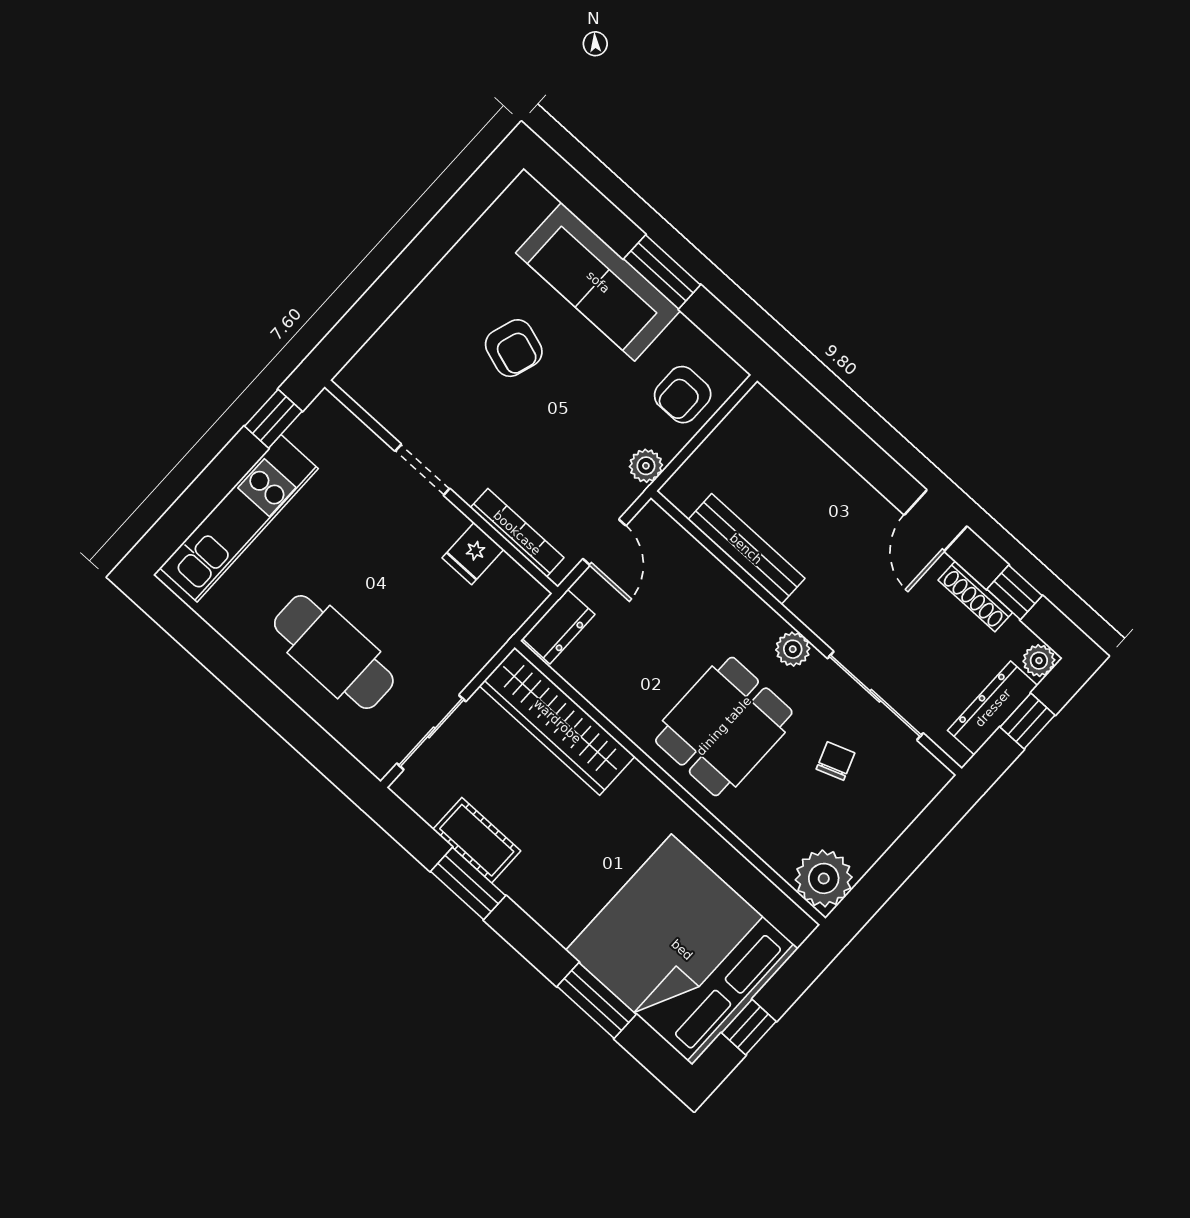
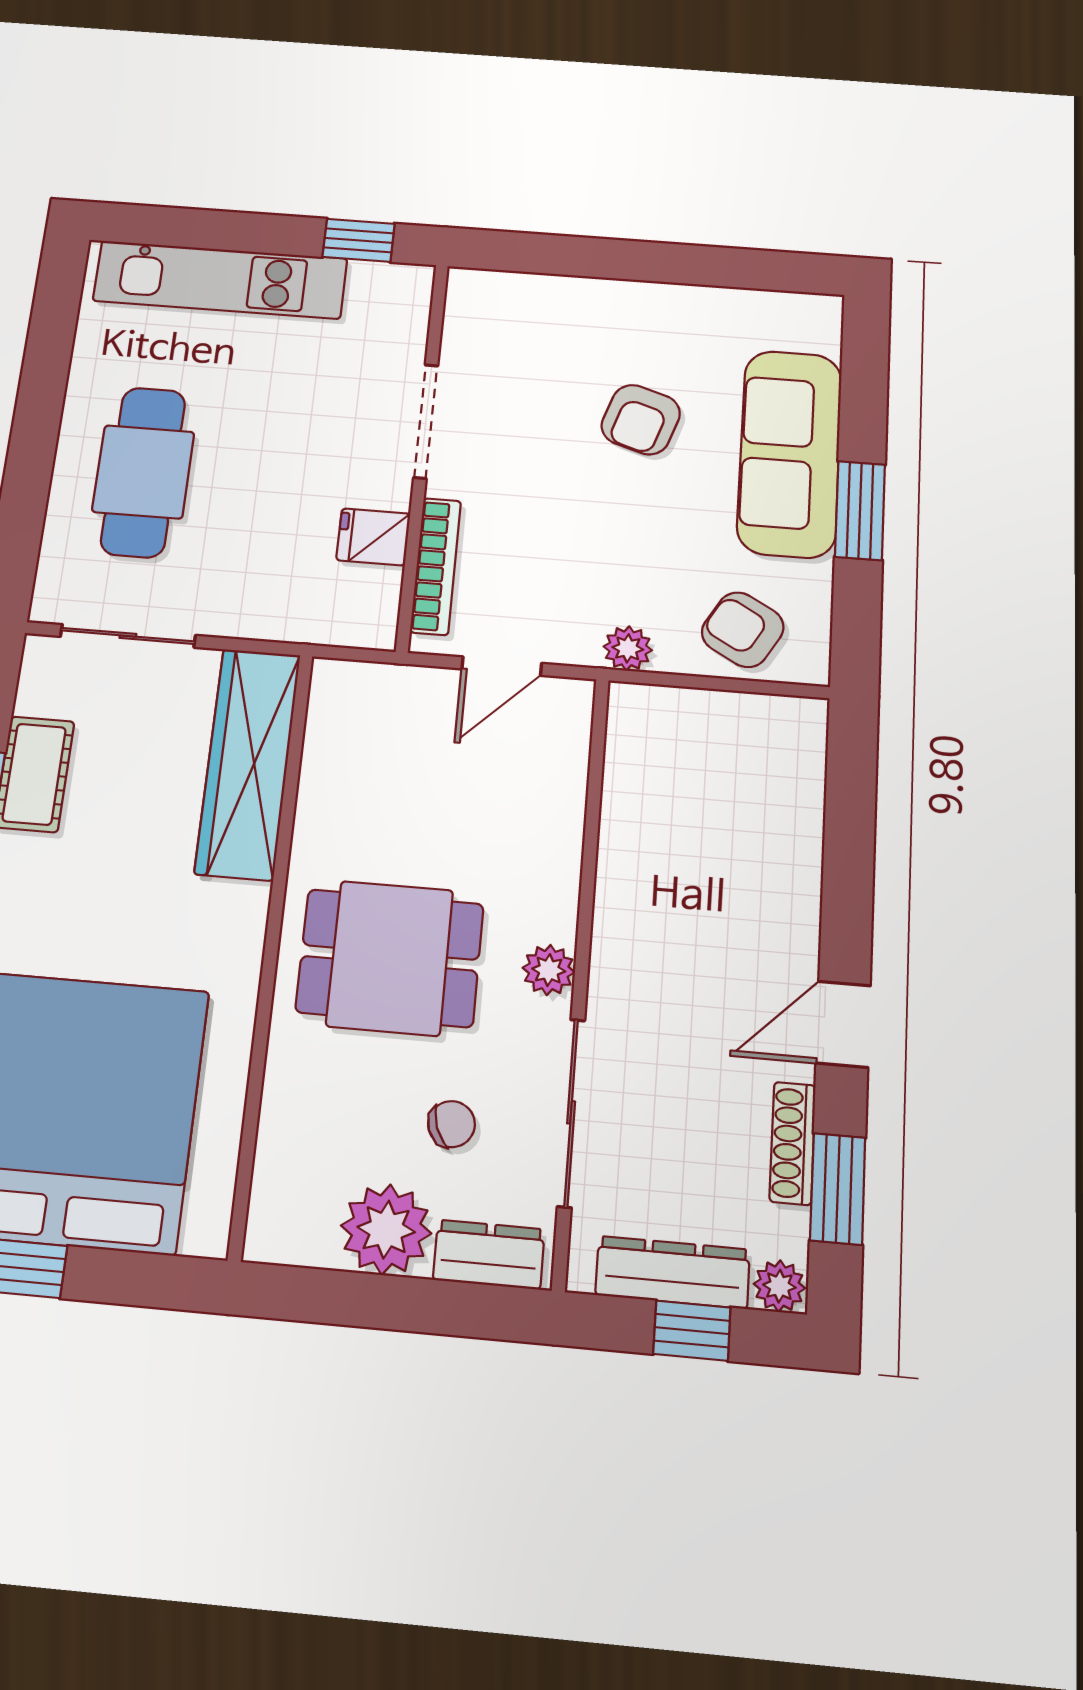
armchair: (683, 395) -> (743, 630), turned 30
doorway: (422, 470) -> (426, 421), width x1.38
bench: (746, 549) -> (625, 829), removed
window: (1014, 592) -> (838, 1189), width x1.50
dresser: (559, 627) -> (489, 1255), moved, turned 180
plant: (824, 878) -> (386, 1230), moved

